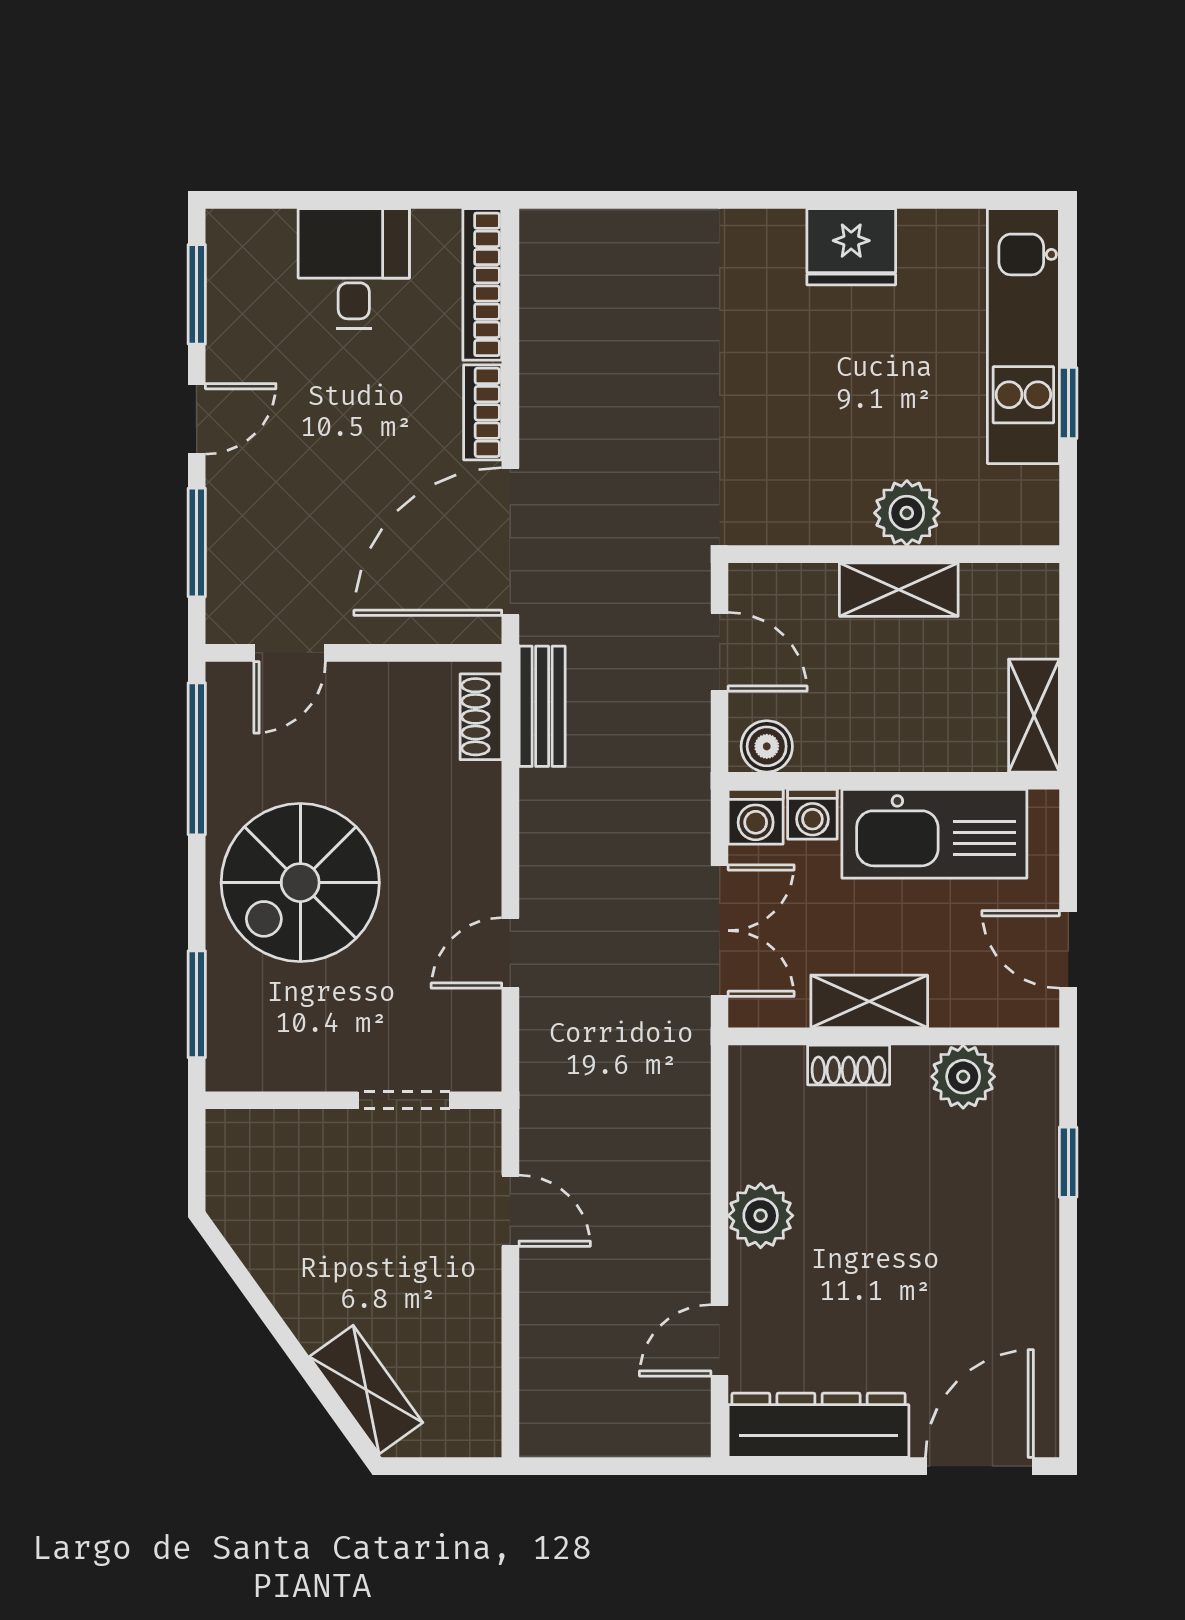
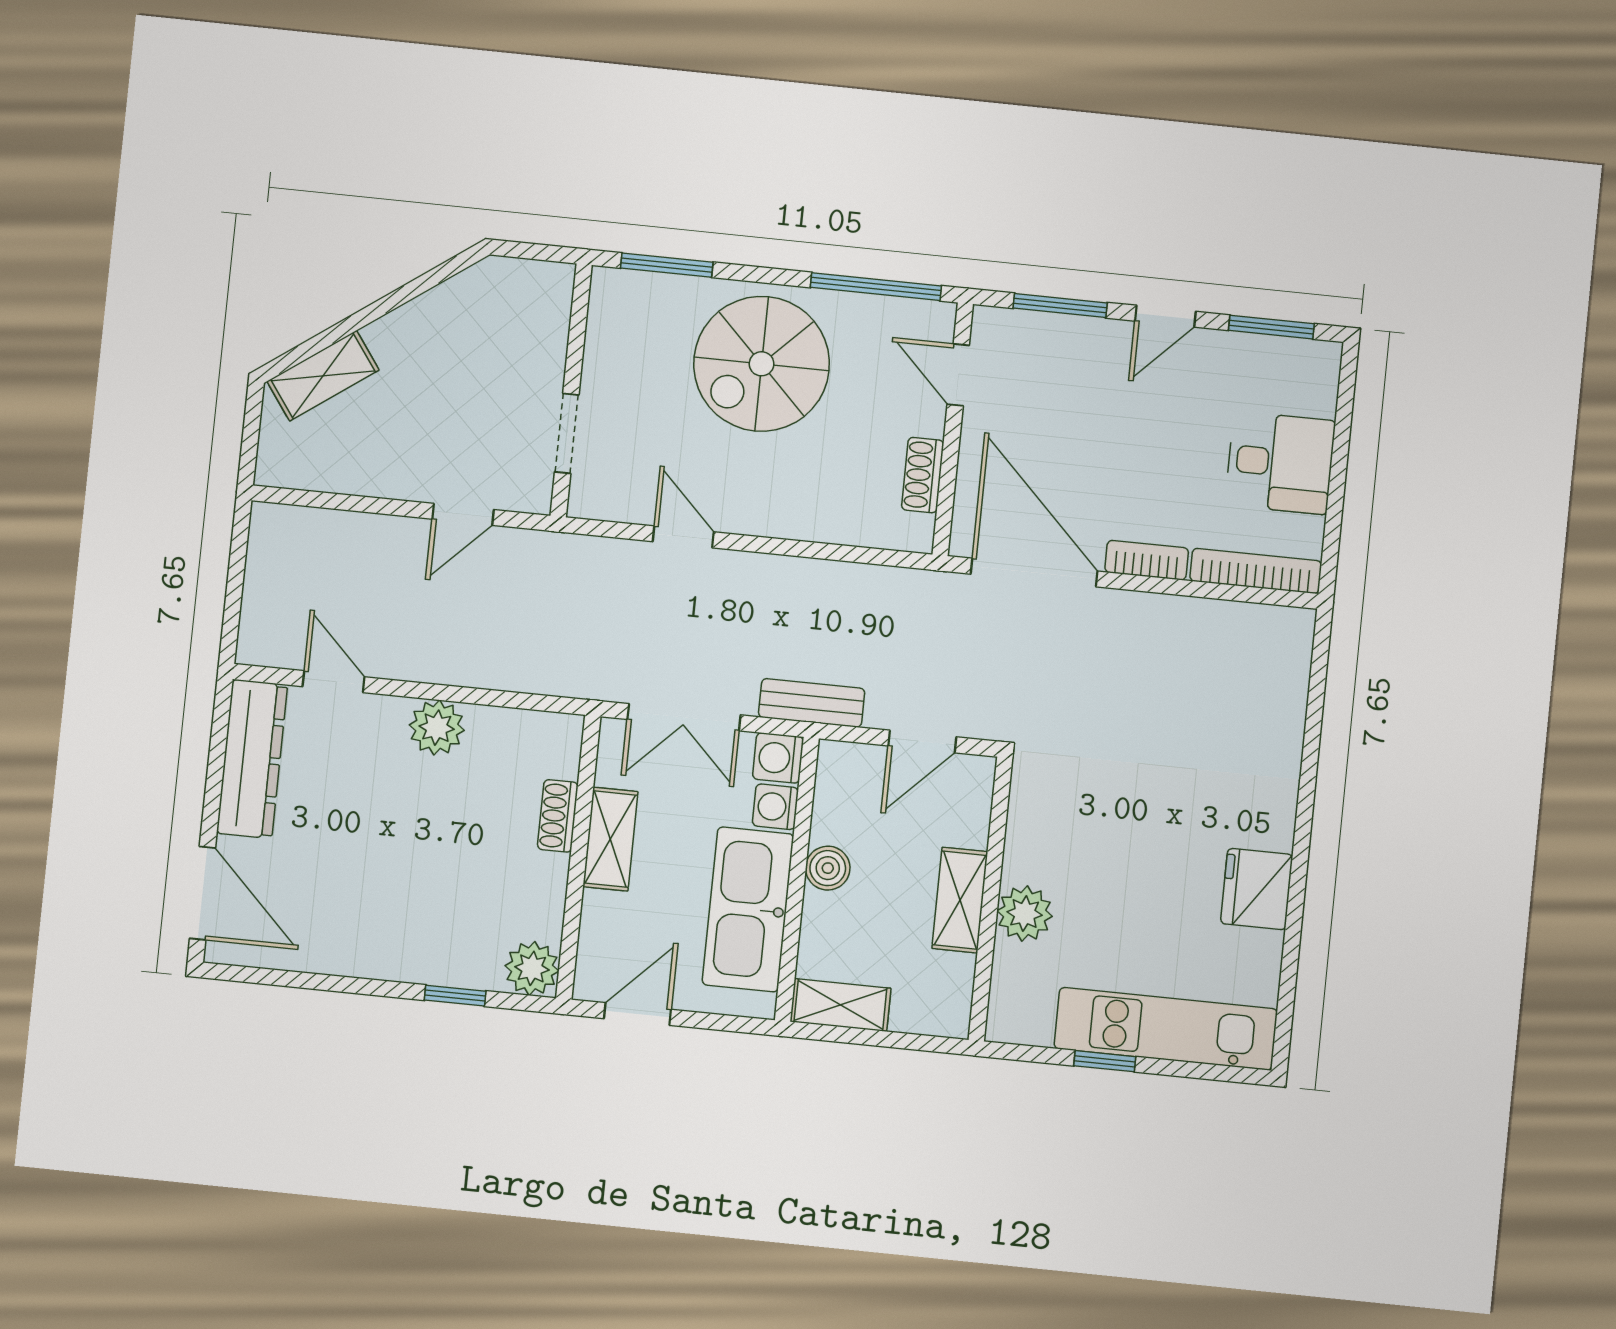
door: (197, 419) -> (1165, 316), hinge flipped
bench: (542, 706) -> (812, 703), moved
shoe rack: (481, 717) -> (923, 475), moved, turned -90
boiler: (767, 746) -> (828, 868), moved
spiral stairs: (300, 883) -> (762, 364), turned -90
plant: (963, 1077) -> (532, 968), moved

